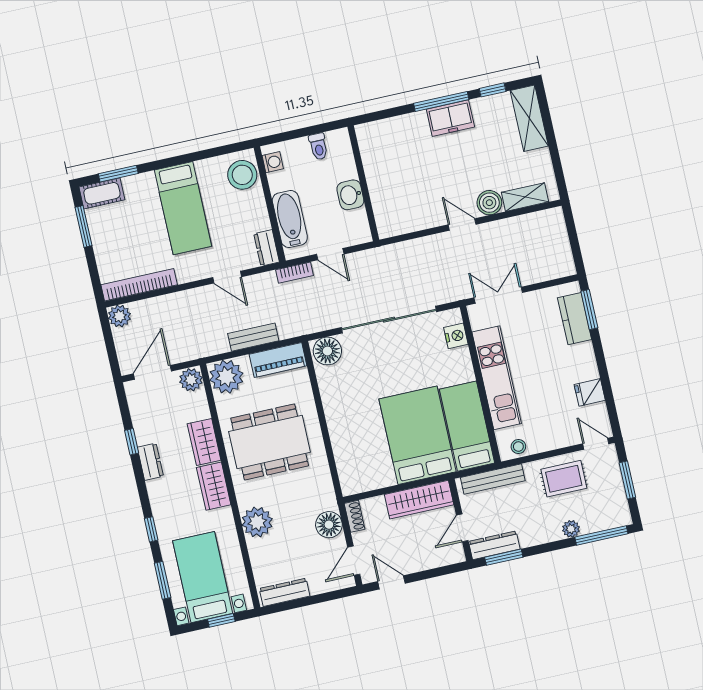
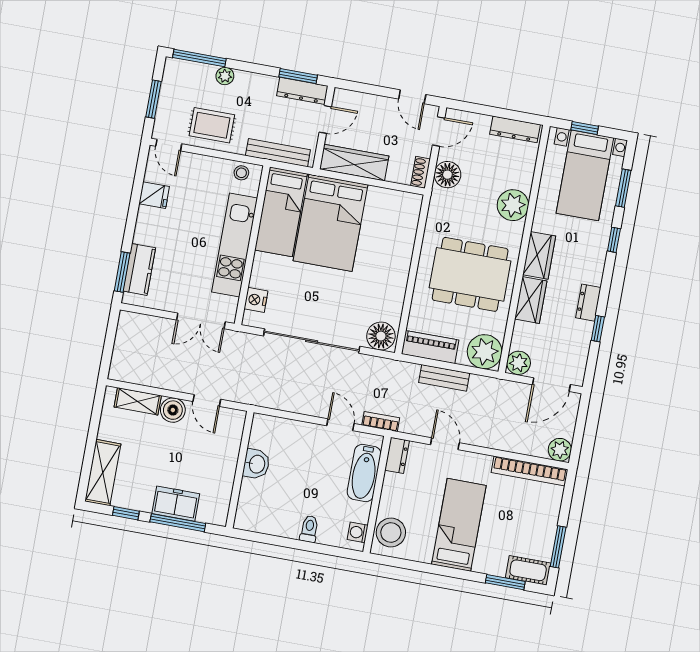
wall: (363, 183) -> (240, 470), moved
washbasin: (350, 195) -> (256, 464), moved

